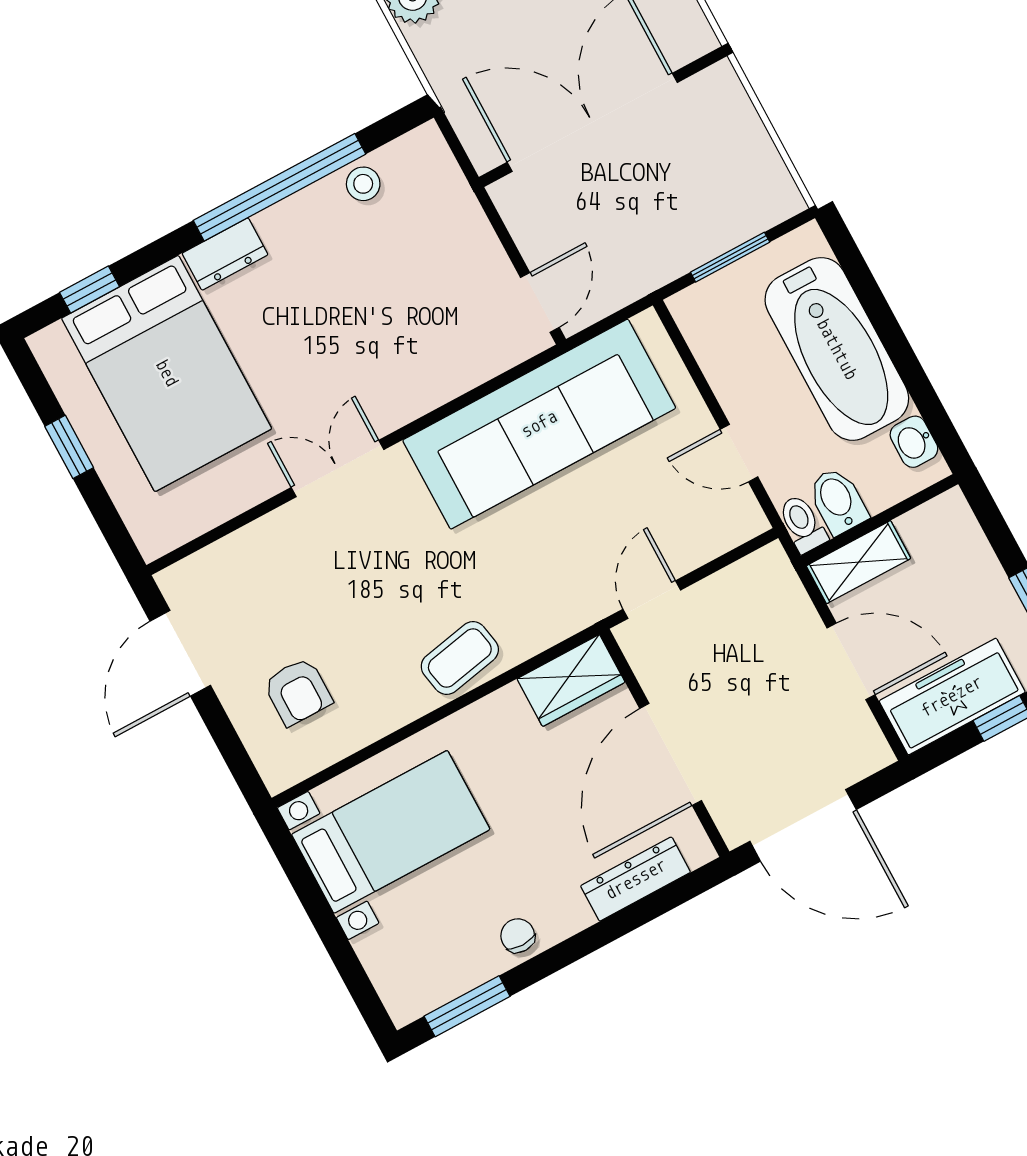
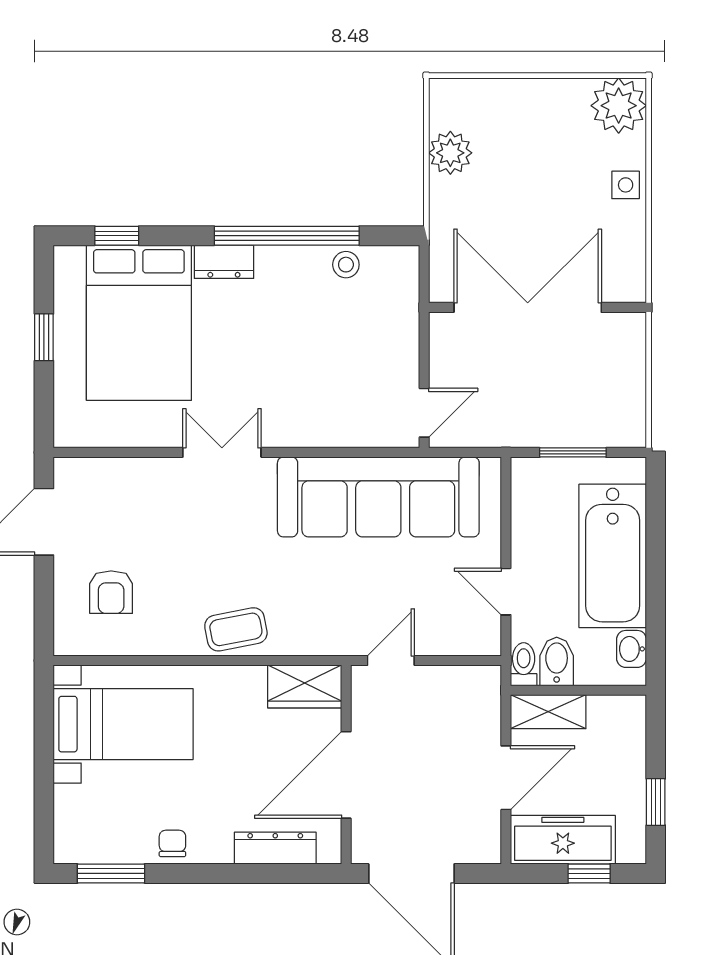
door: (851, 661) -> (506, 778), hinge flipped

